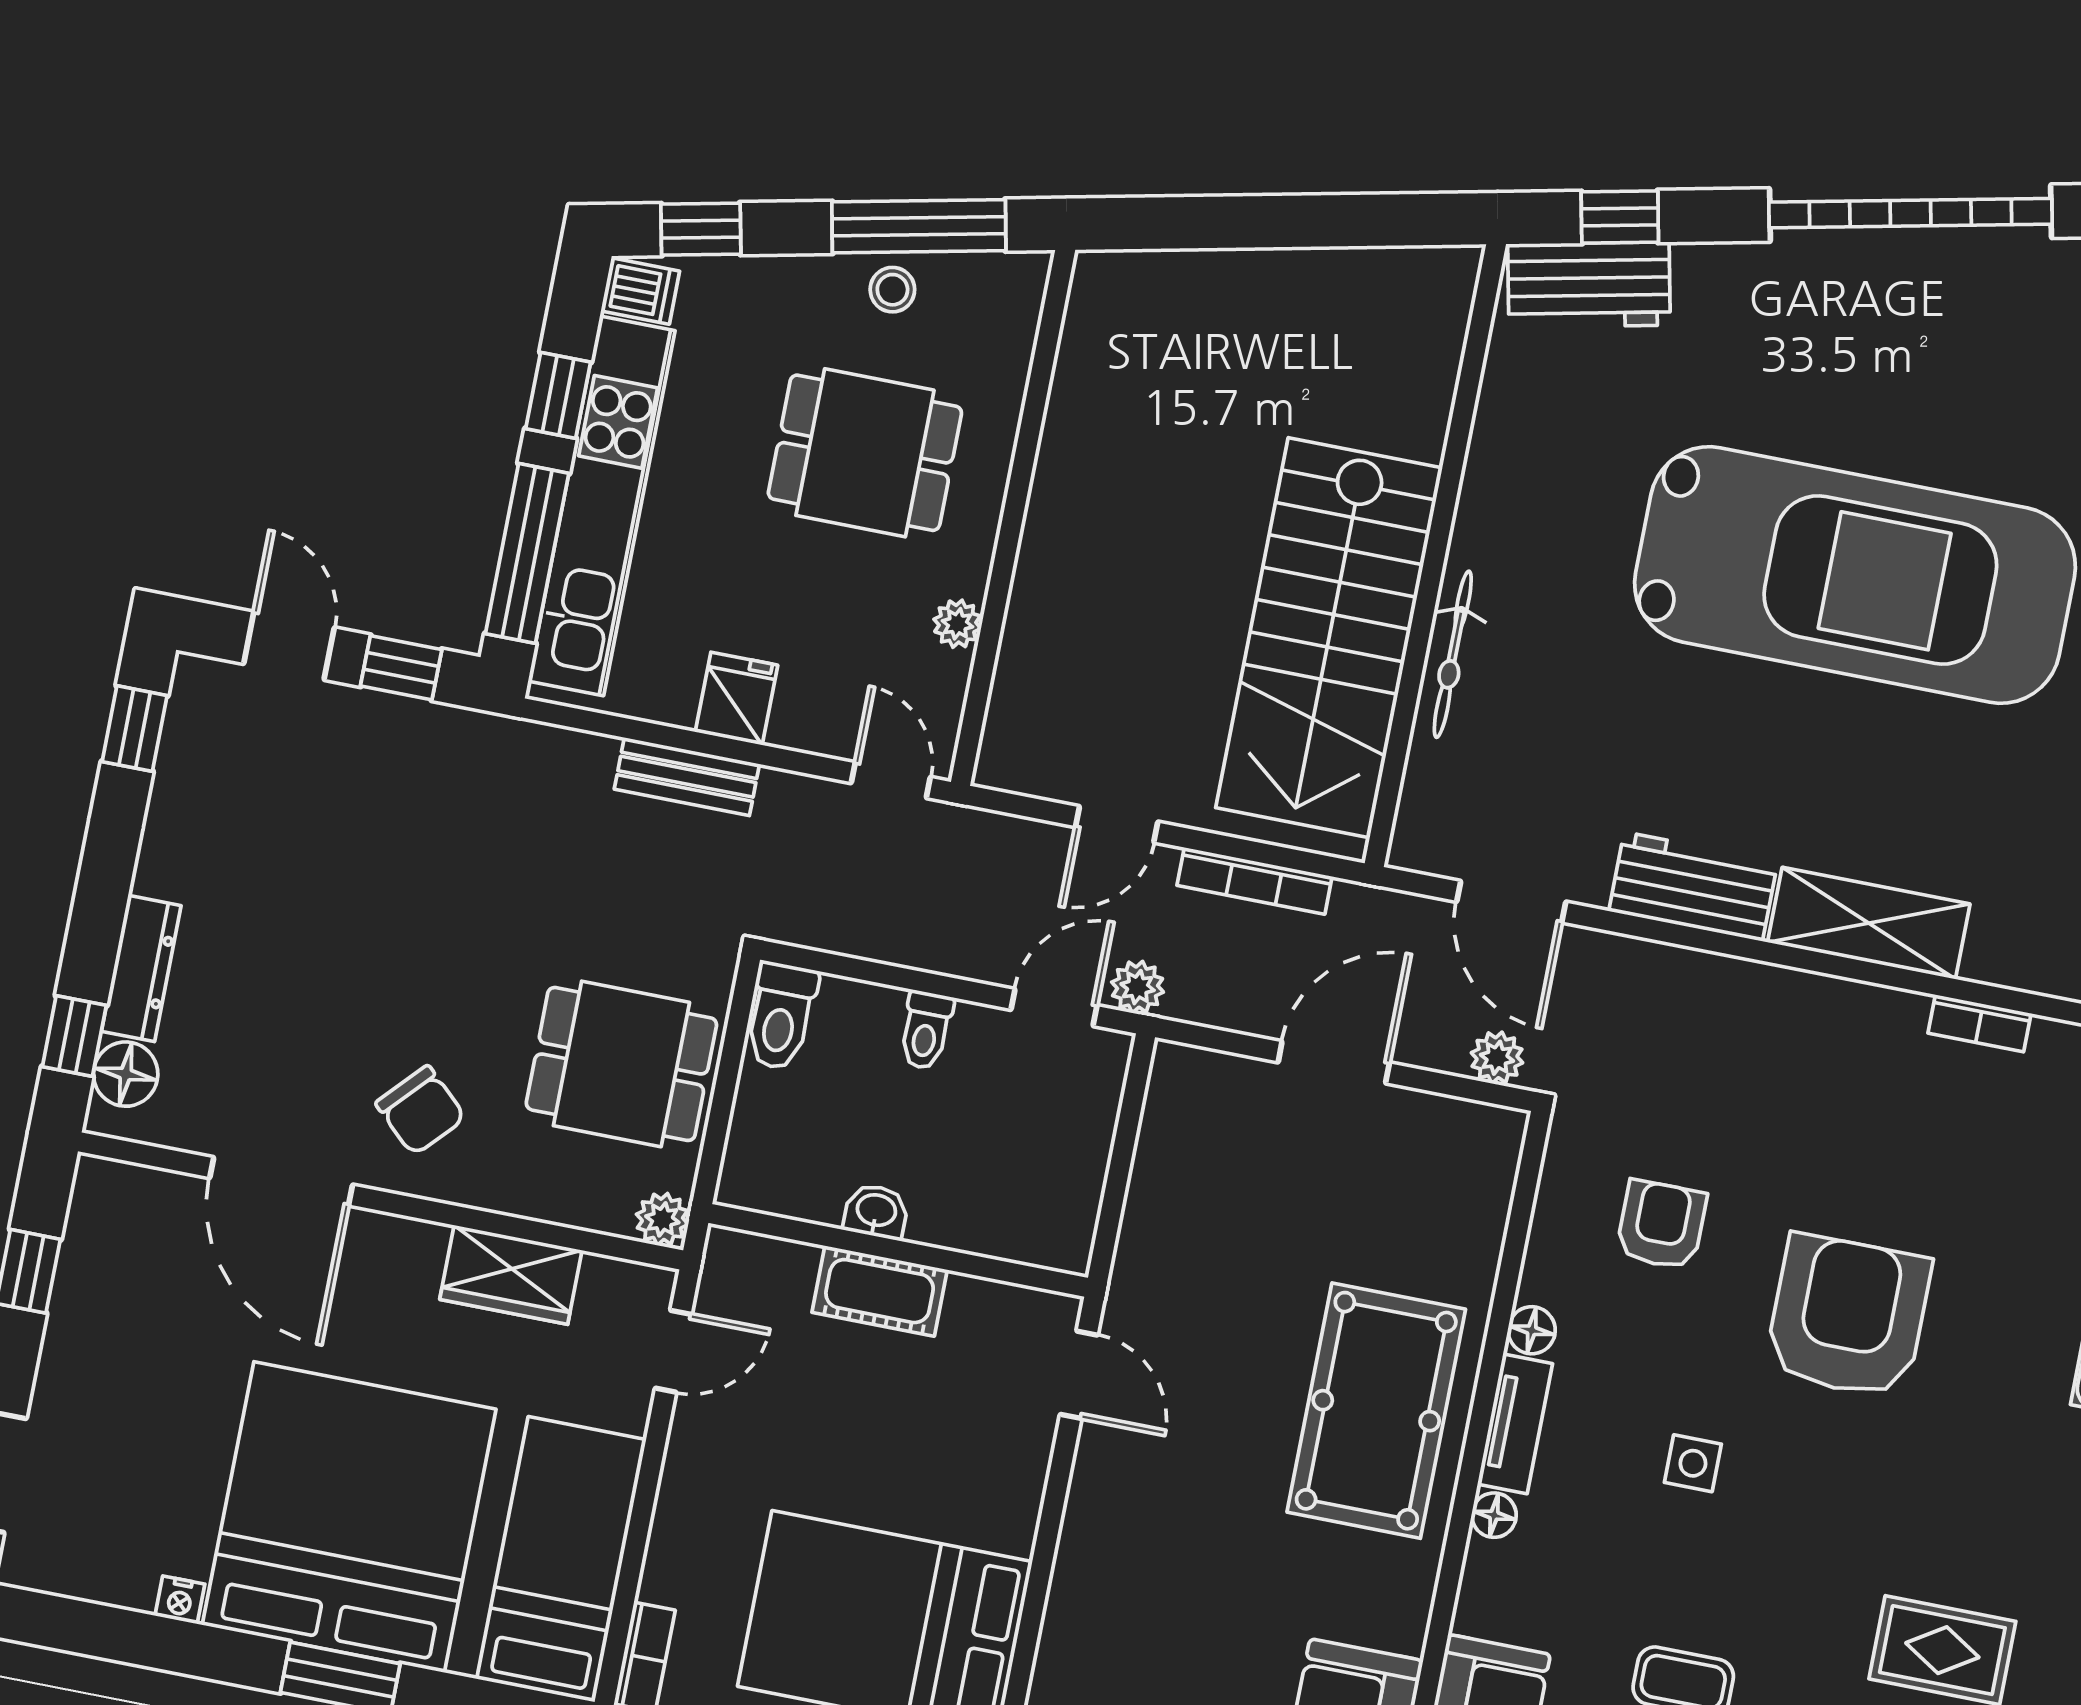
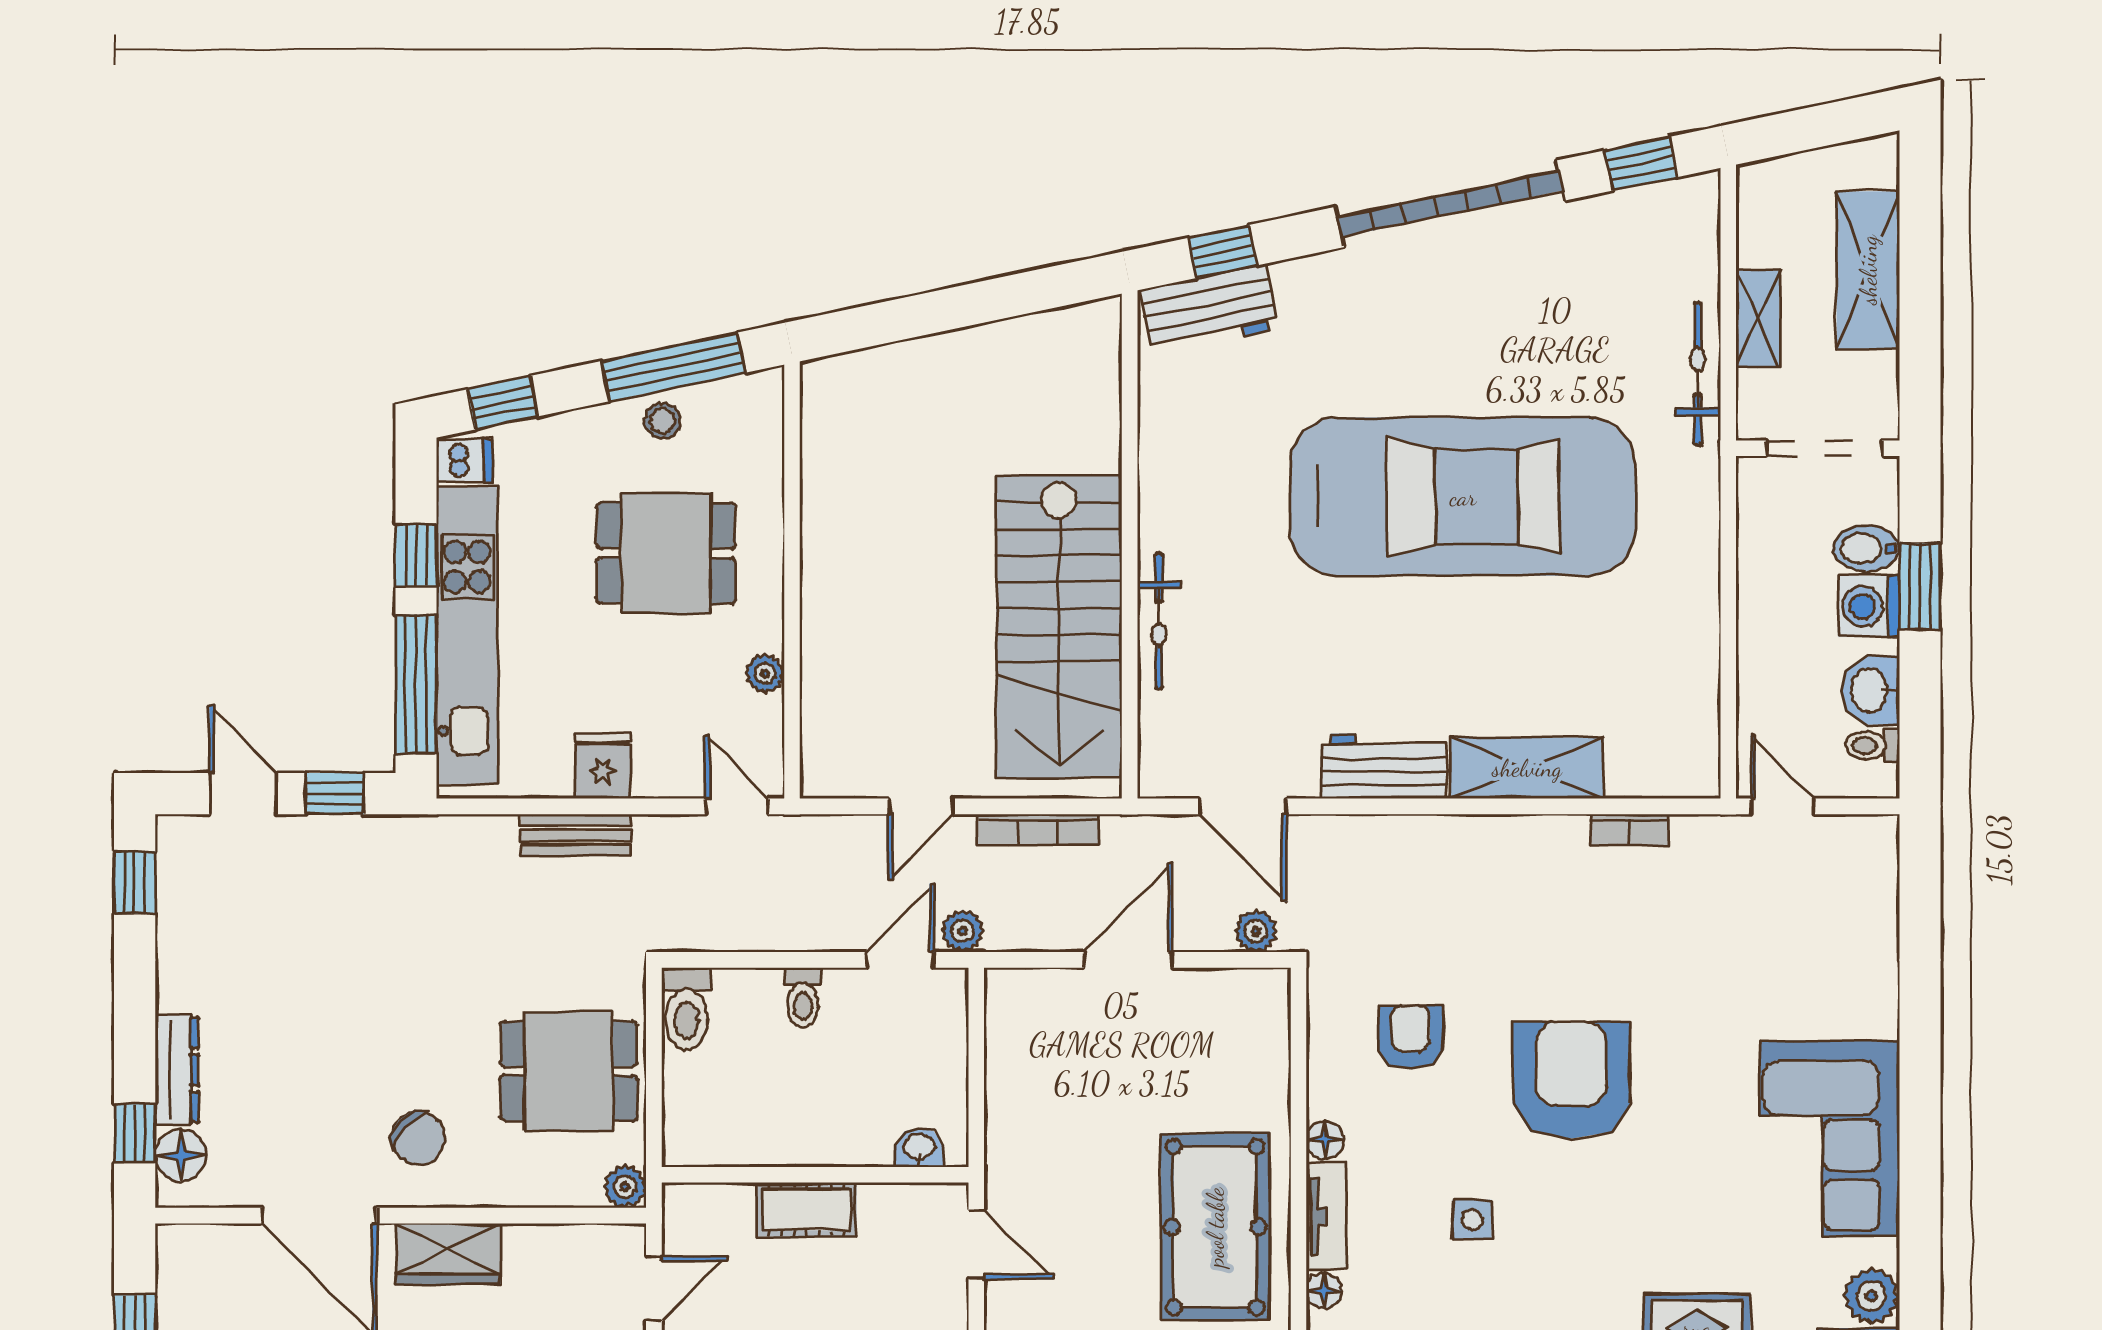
washbasin: (876, 1211) -> (919, 1148), moved
wardrobe: (511, 1275) -> (448, 1254), moved

